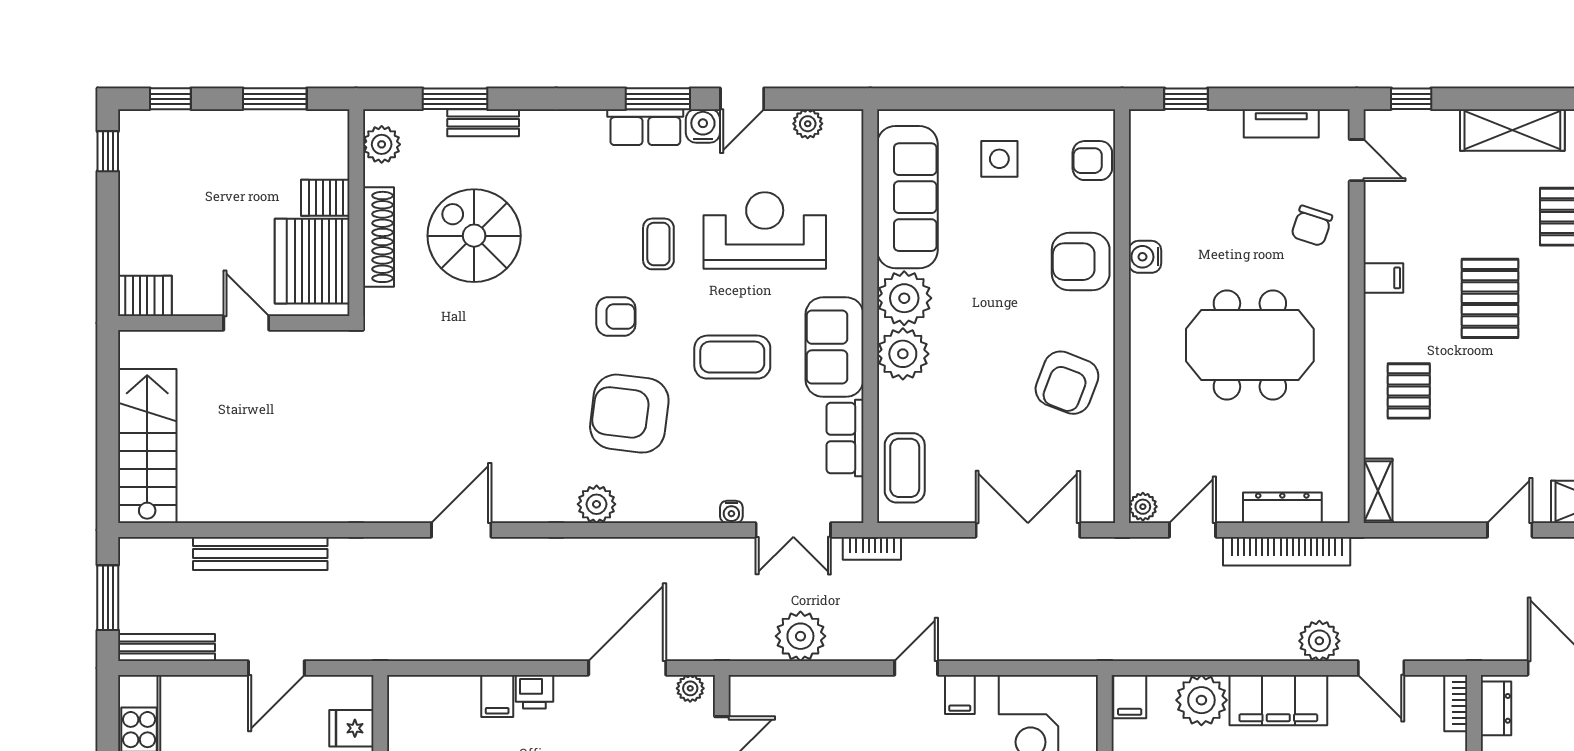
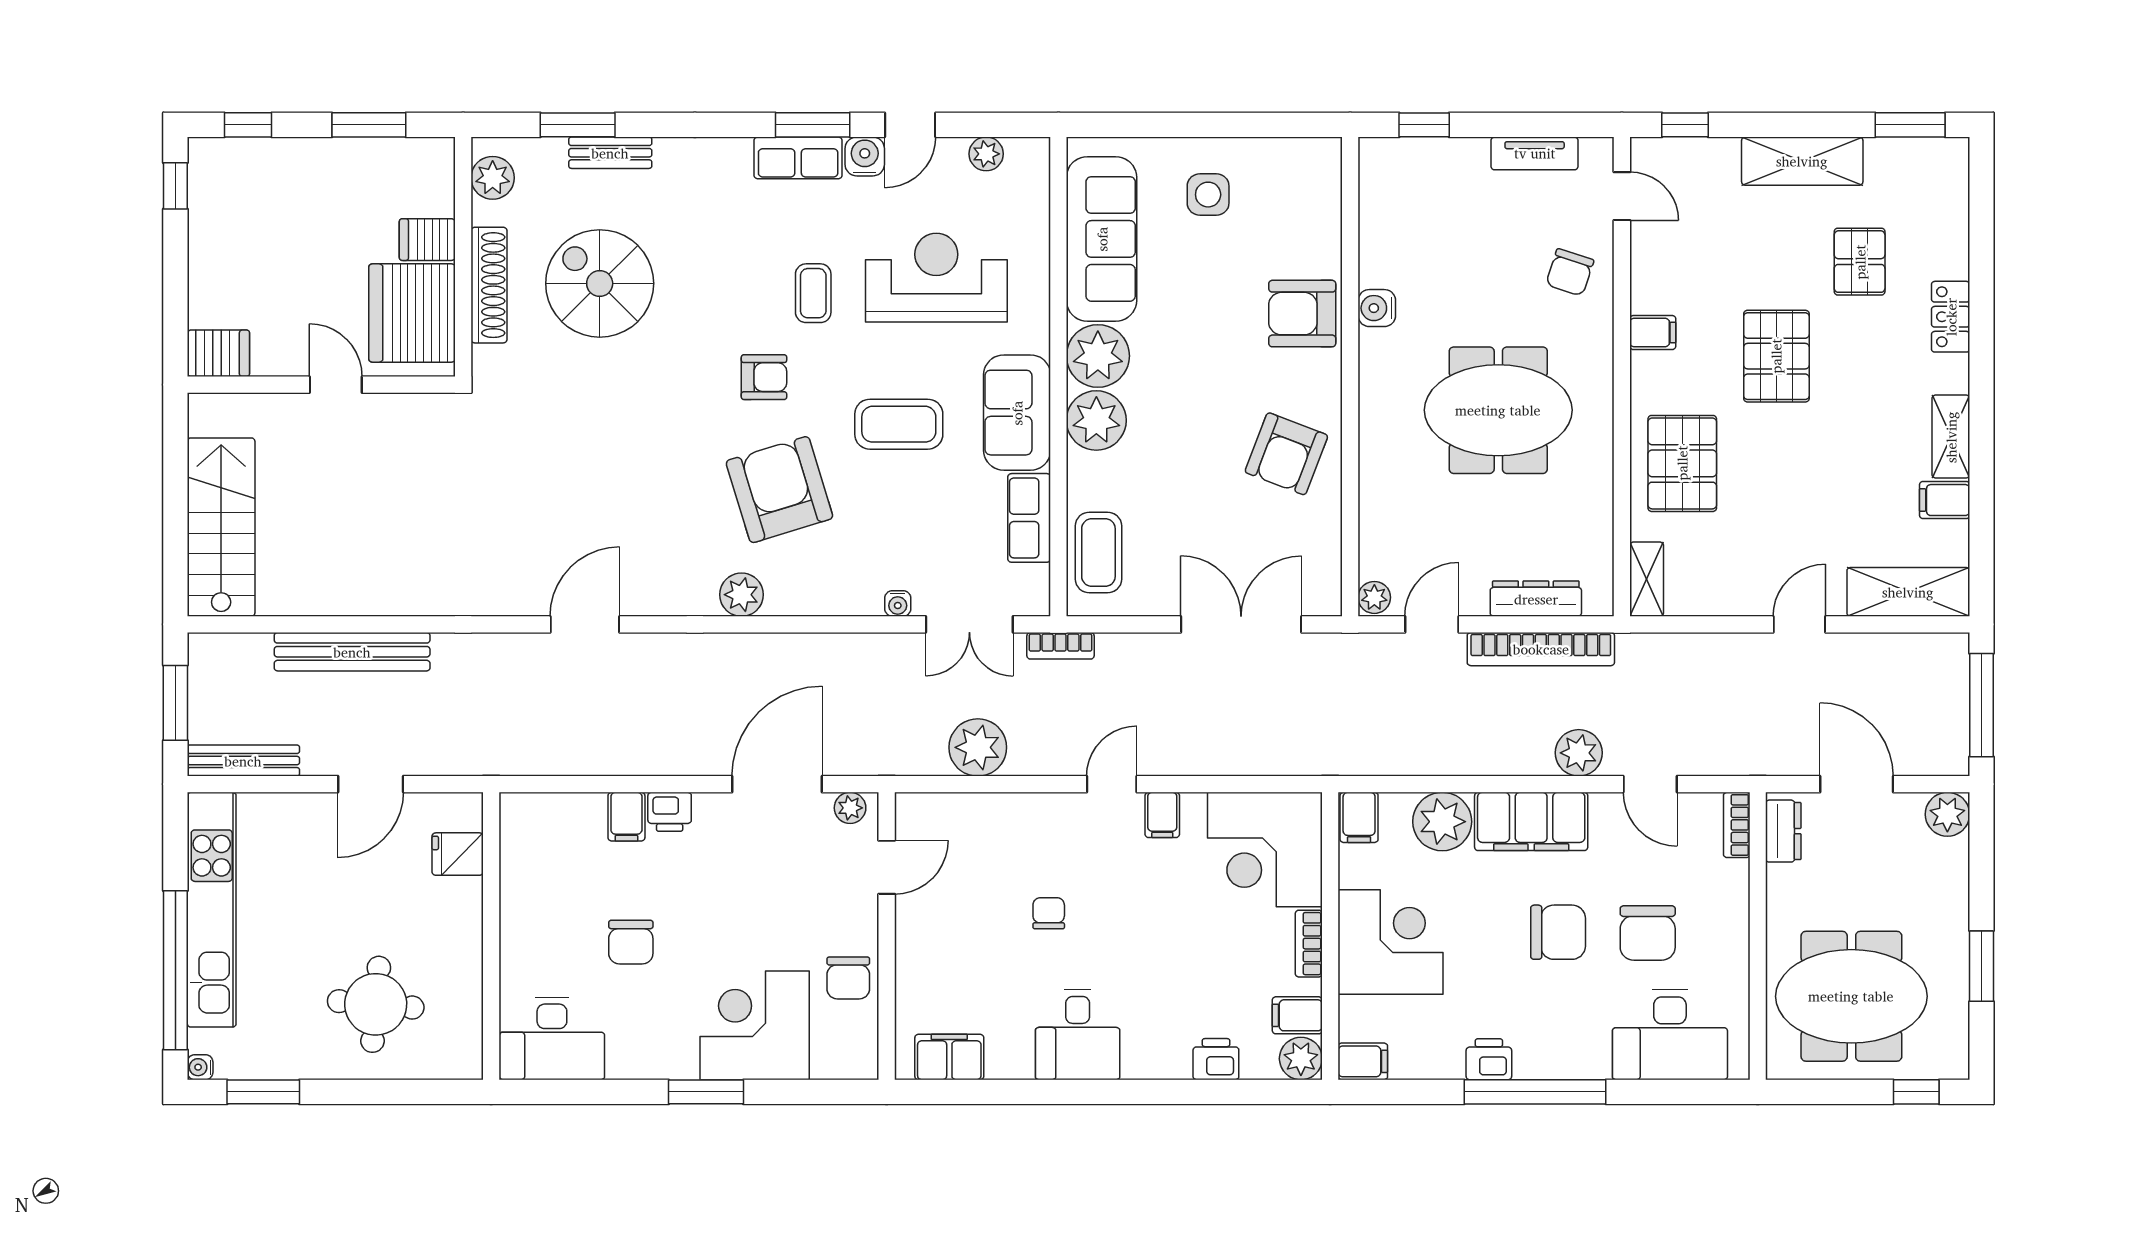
armchair: (1092, 161) -> (1316, 197), removed
pallet: (1409, 391) -> (1682, 463), width x1.50, depth x1.42
armchair: (629, 414) -> (779, 490), turned 66

